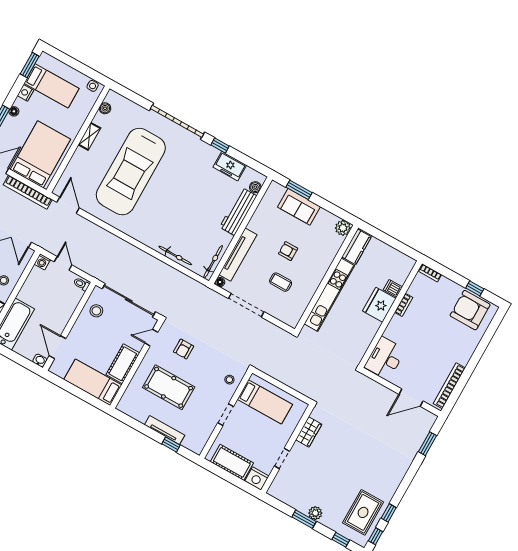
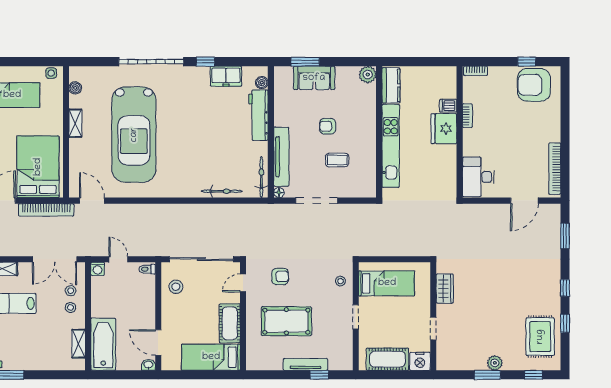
stool: (11, 267) -> (71, 291), added
armchair: (184, 349) -> (280, 276), turned -90
window: (376, 536) -> (565, 288), moved

